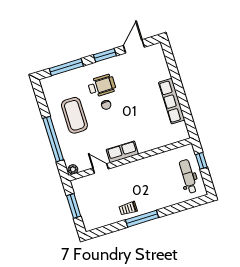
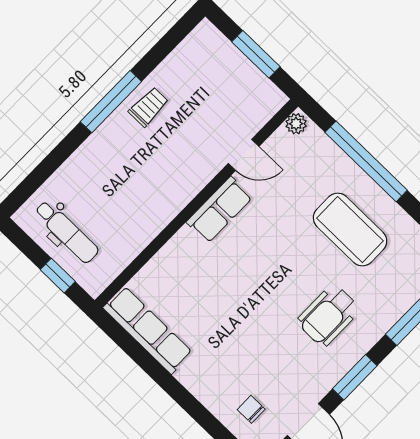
row of seats: (172, 101) -> (148, 330), moved
chair: (106, 105) -> (251, 409), moved

